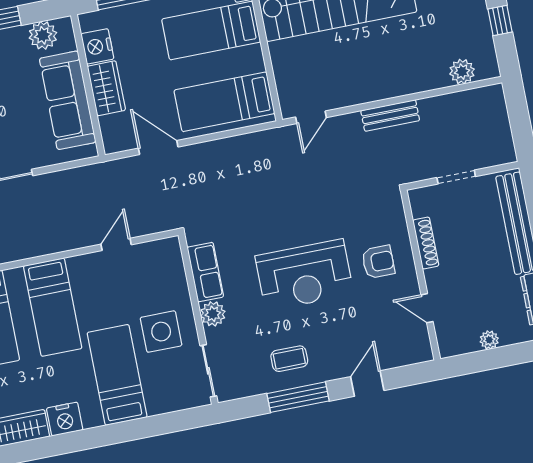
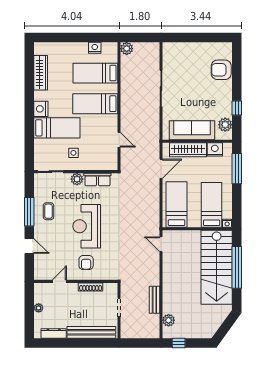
window: (500, 20) -> (179, 343), moved
wardrobe: (106, 88) -> (188, 150), width x1.50
bench: (390, 115) -> (154, 300), moved
side table: (161, 332) -> (73, 153), width x0.54, depth x0.54
nightstand: (65, 419) -> (41, 109), moved

